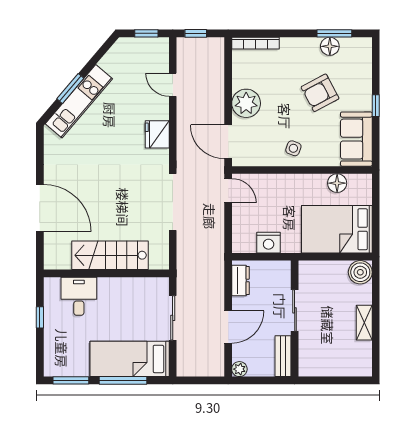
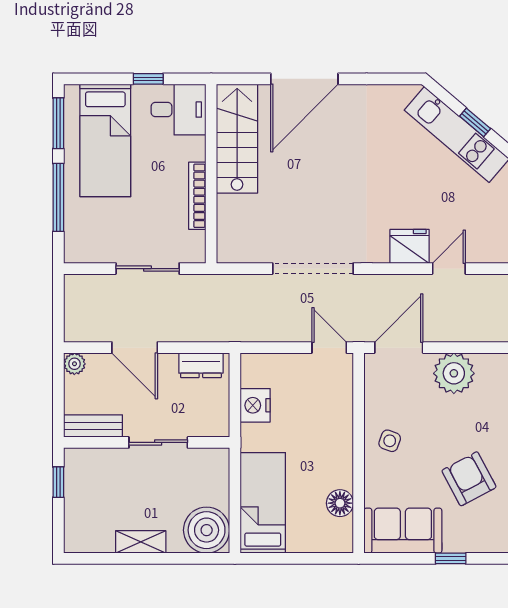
door: (173, 85) -> (449, 269), moved
window: (70, 88) -> (475, 122), width x0.67
door: (228, 191) -> (329, 348), swing flipped
bed: (337, 229) -> (263, 503), width x0.67
stairs: (110, 255) -> (237, 139), moved
boiler: (360, 272) -> (207, 530), width x1.37, depth x1.37
bookcase: (122, 283) -> (197, 196), added
desk: (79, 296) -> (178, 110), moved
bed: (130, 359) -> (105, 140), moved, turned 180
window: (322, 380) -> (58, 482), added

